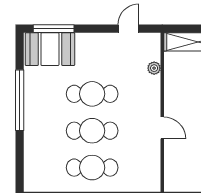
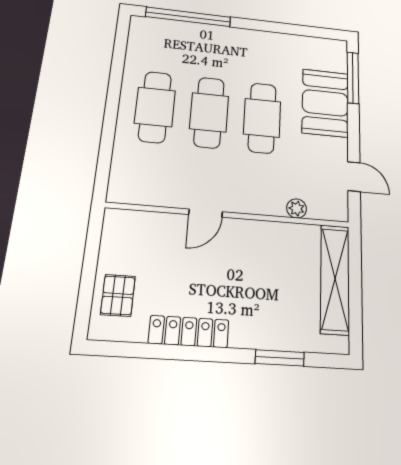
booth: (50, 49) -> (325, 103), moved
window: (20, 100) -> (188, 17), moved

